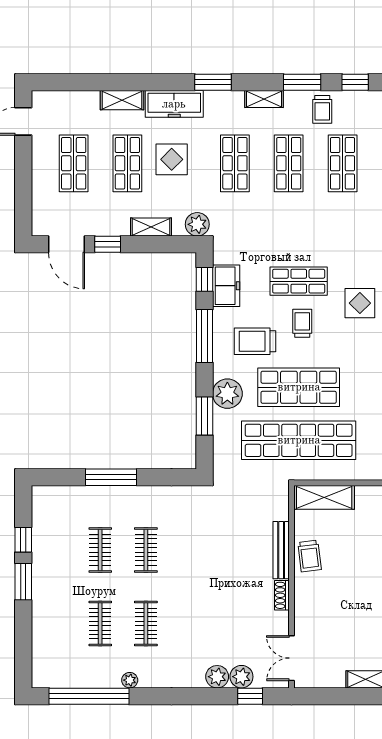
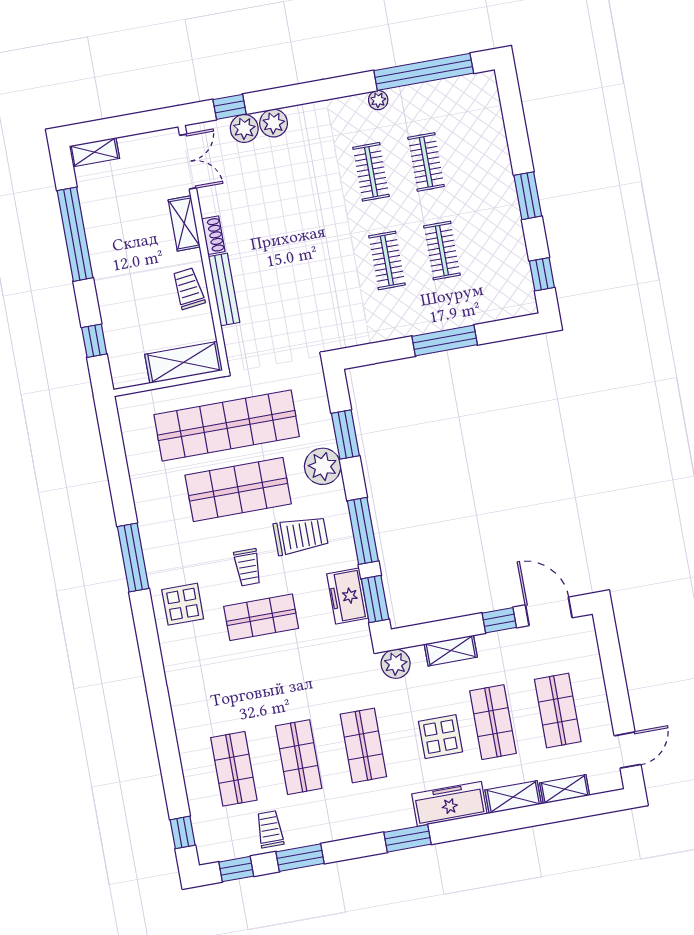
shelving: (264, 99) -> (565, 789), moved
window: (204, 279) -> (375, 599), width x1.50
window: (23, 540) -> (542, 274), moved
shelving: (304, 609) -> (184, 223), added

